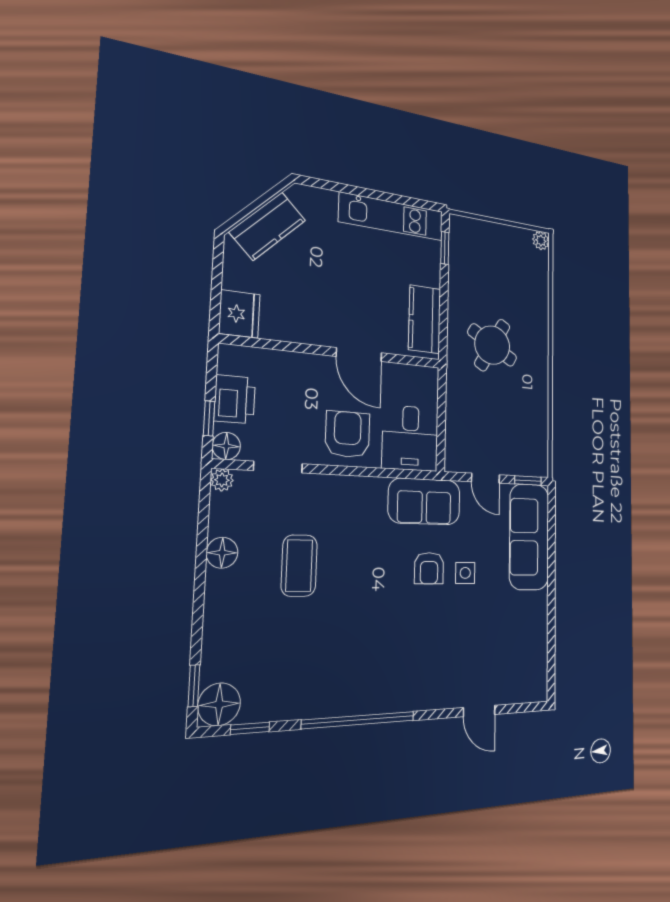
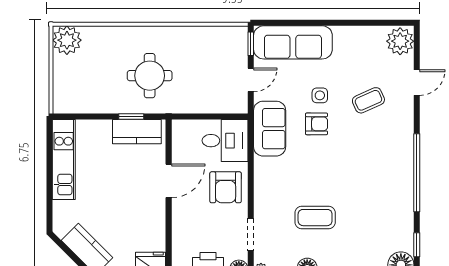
plant: (541, 241) -> (67, 40), width x1.88, depth x1.88
window: (445, 248) -> (131, 117), moved
round table: (492, 345) -> (150, 76), turned -30
armchair: (348, 434) -> (226, 187), turned -90
coffee table: (458, 642) -> (368, 100), added
plant: (530, 684) -> (400, 41), added

